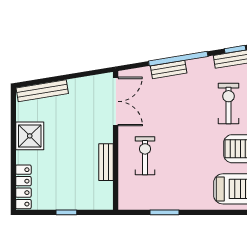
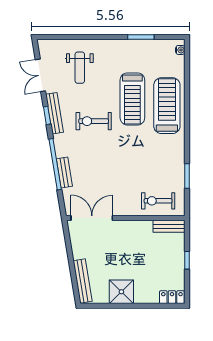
exercise bike: (145, 156) -> (158, 201), moved
bench: (106, 162) -> (169, 226), moved
locker: (23, 187) -> (172, 297), width x0.66

